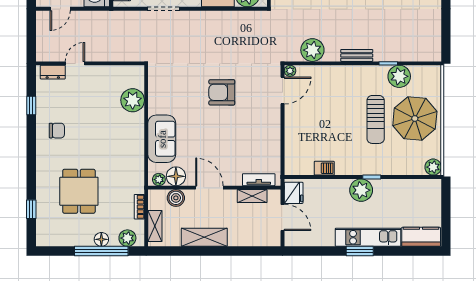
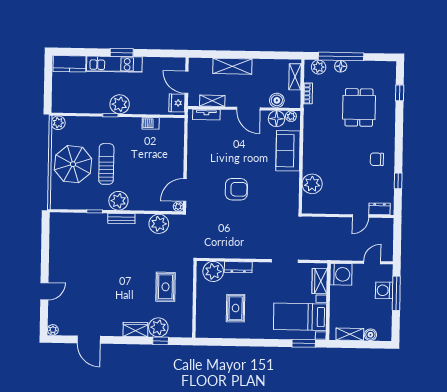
plant: (399, 76) -> (118, 201), moved
shelving: (204, 237) -> (232, 66), moved

